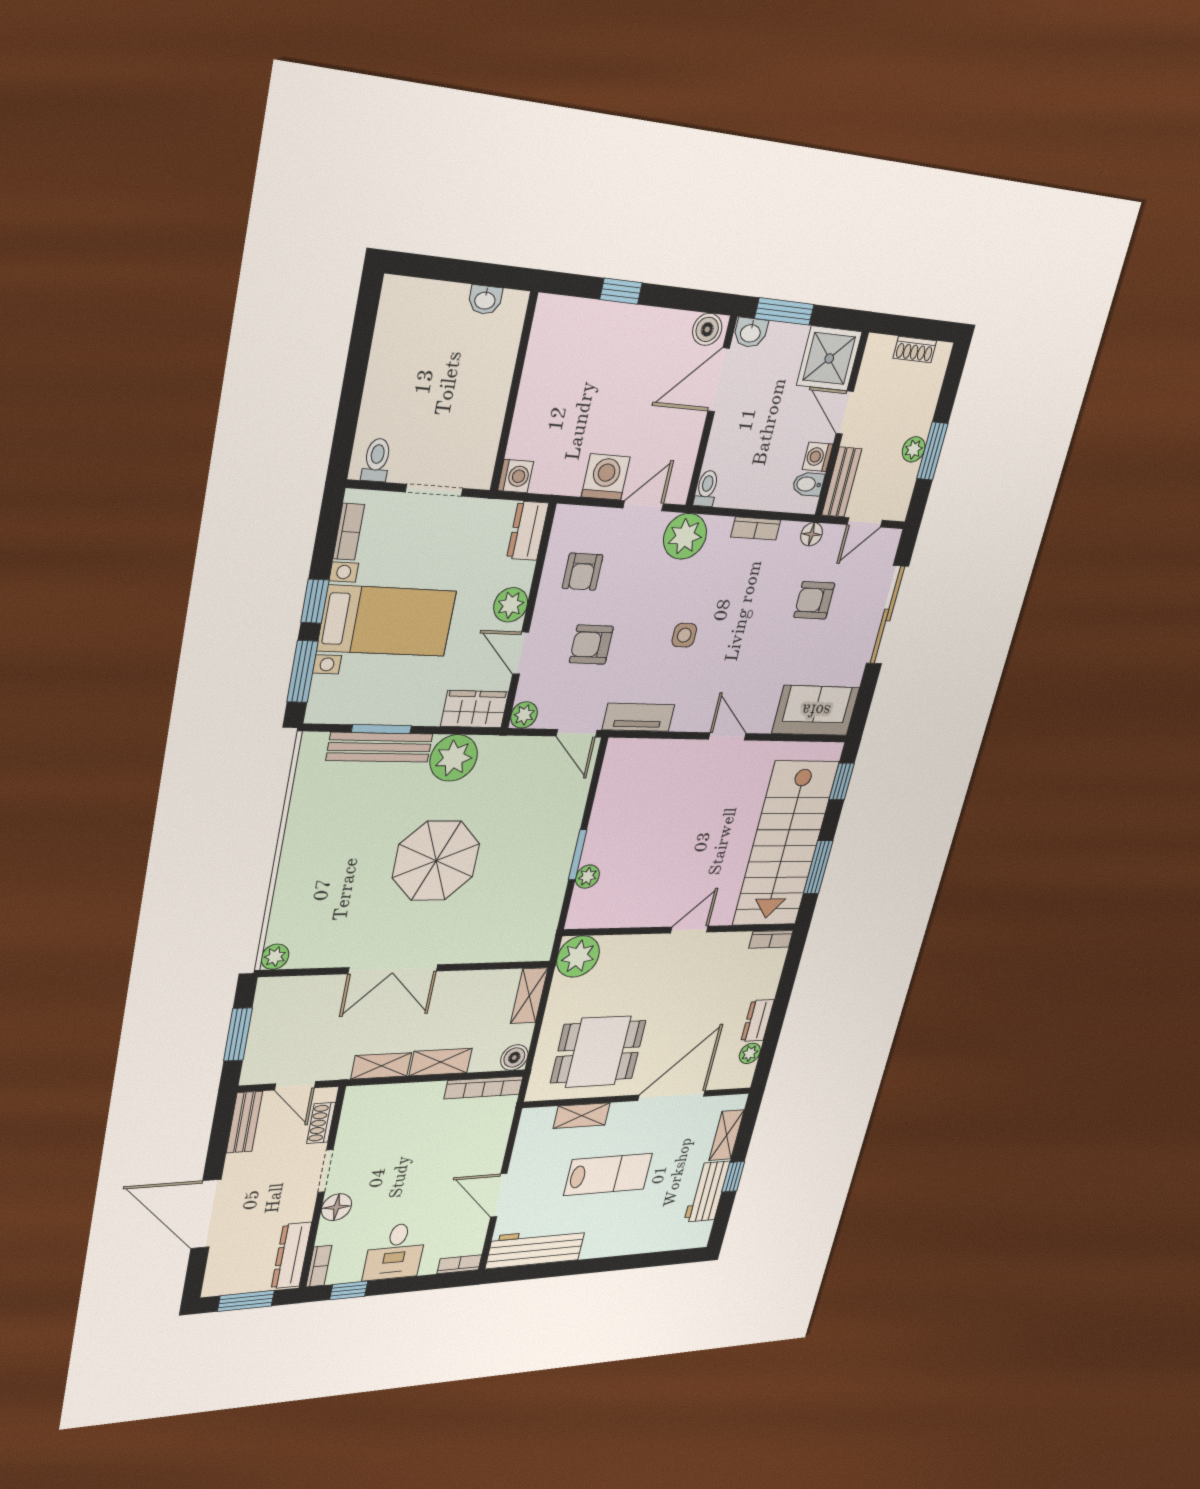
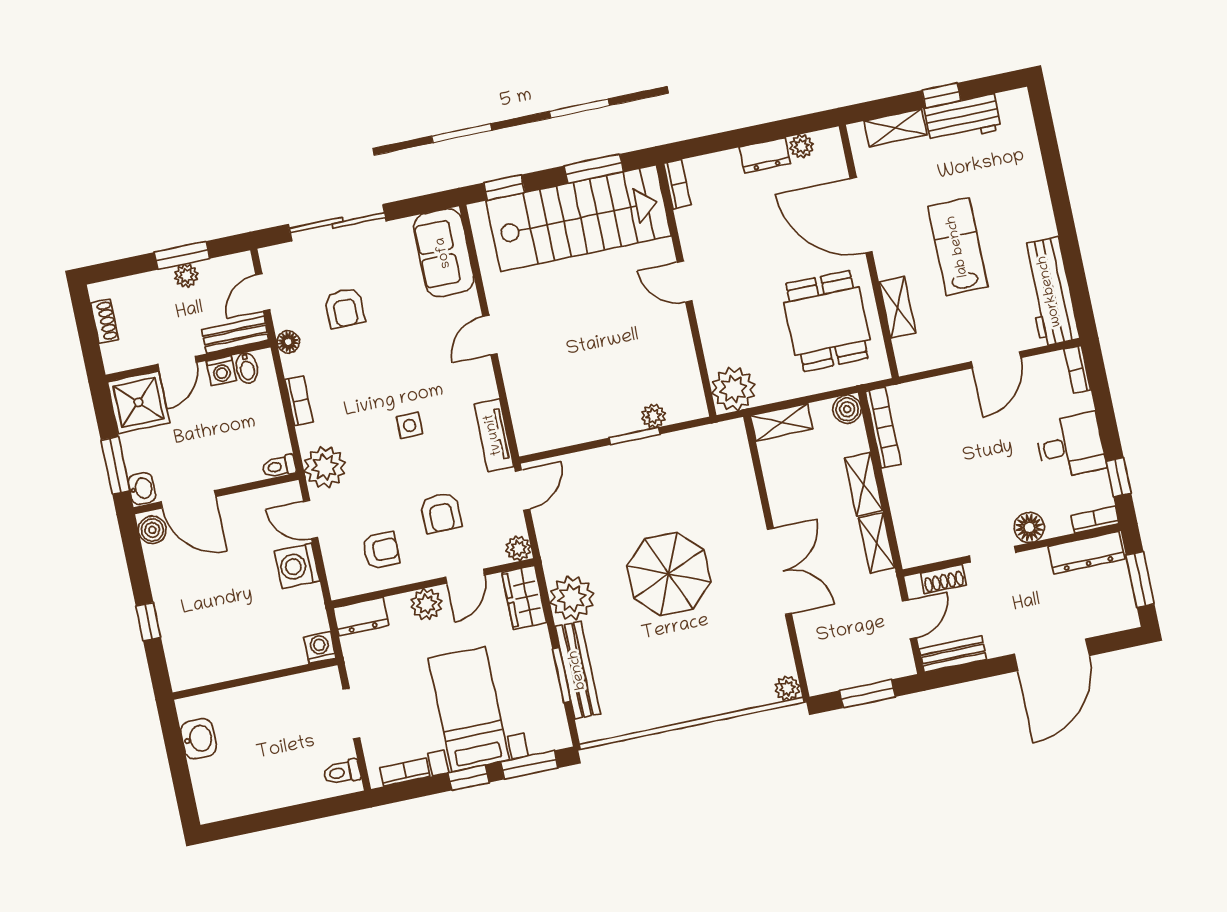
washbasin: (485, 300) -> (199, 739), width x1.38, depth x1.45
door: (865, 522) -> (263, 292), swing flipped

